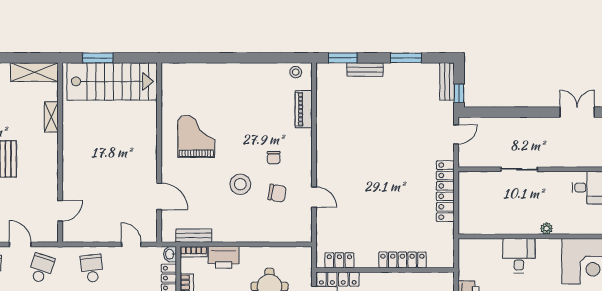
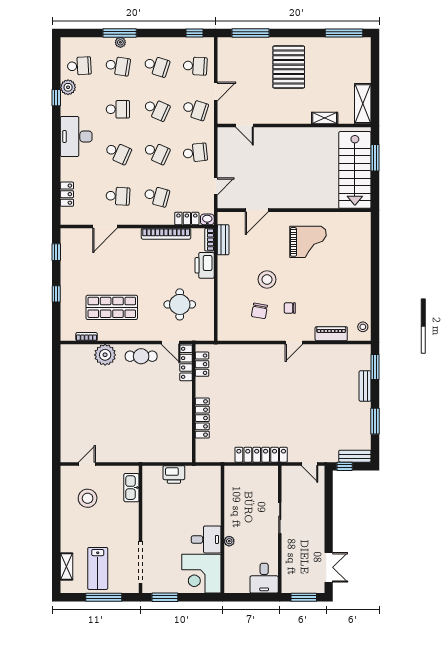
door: (314, 197) -> (294, 342), moved
desk: (519, 256) -> (206, 539), moved

